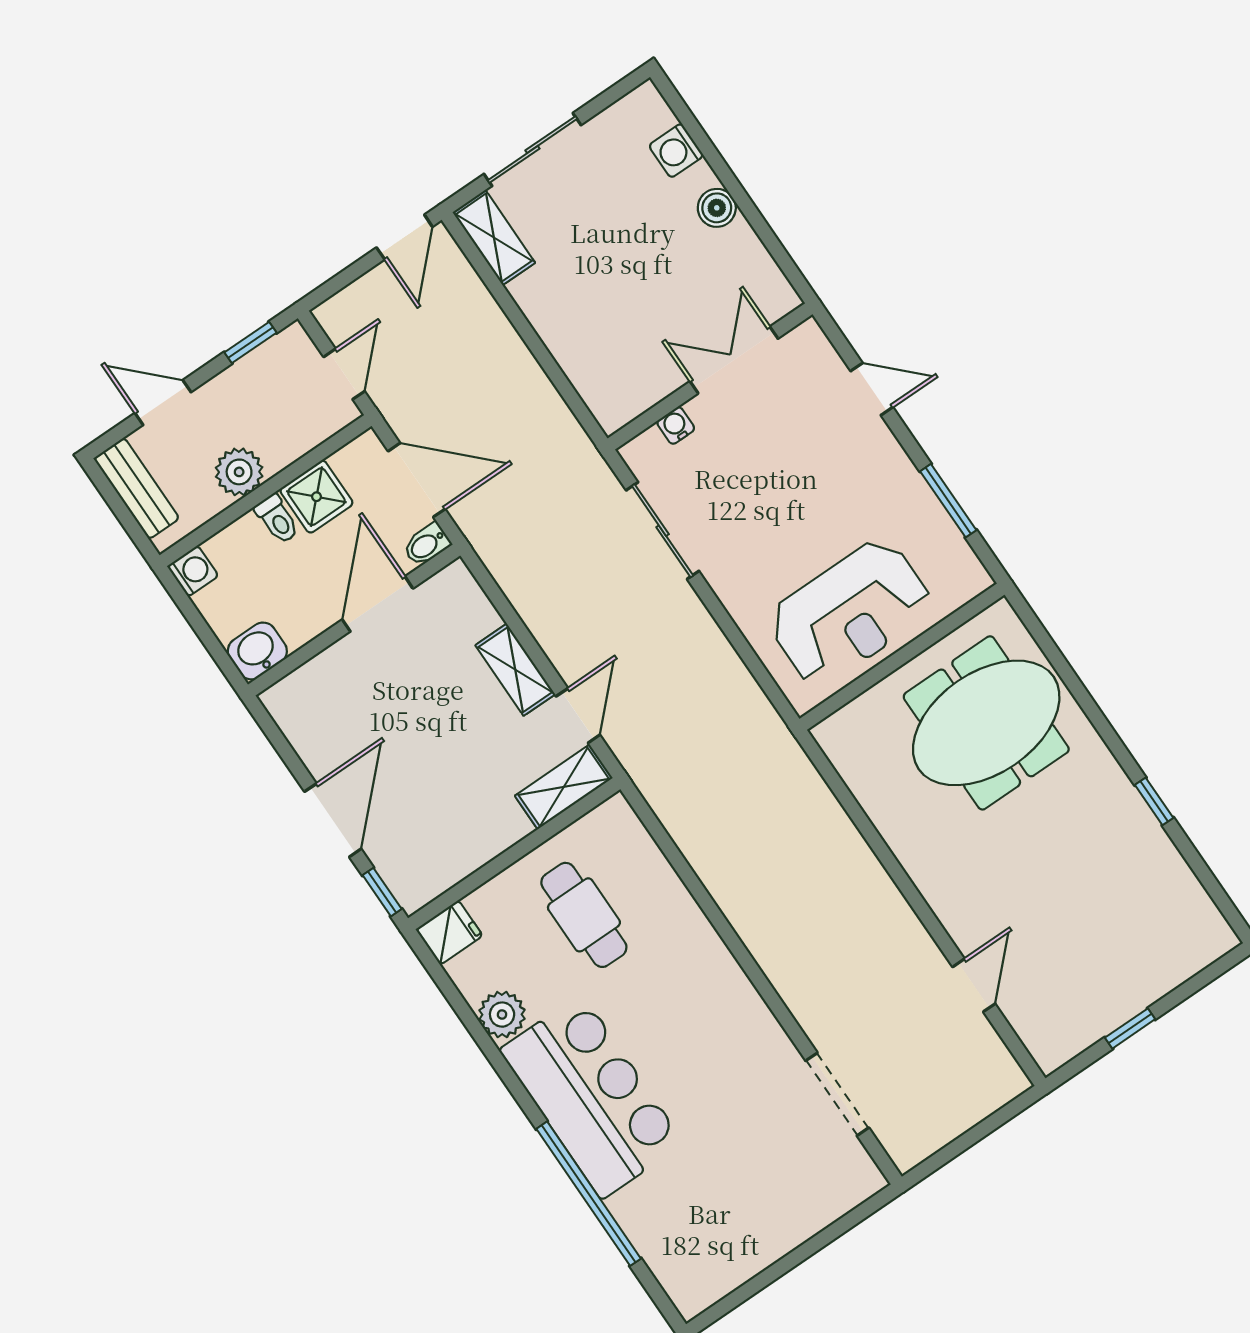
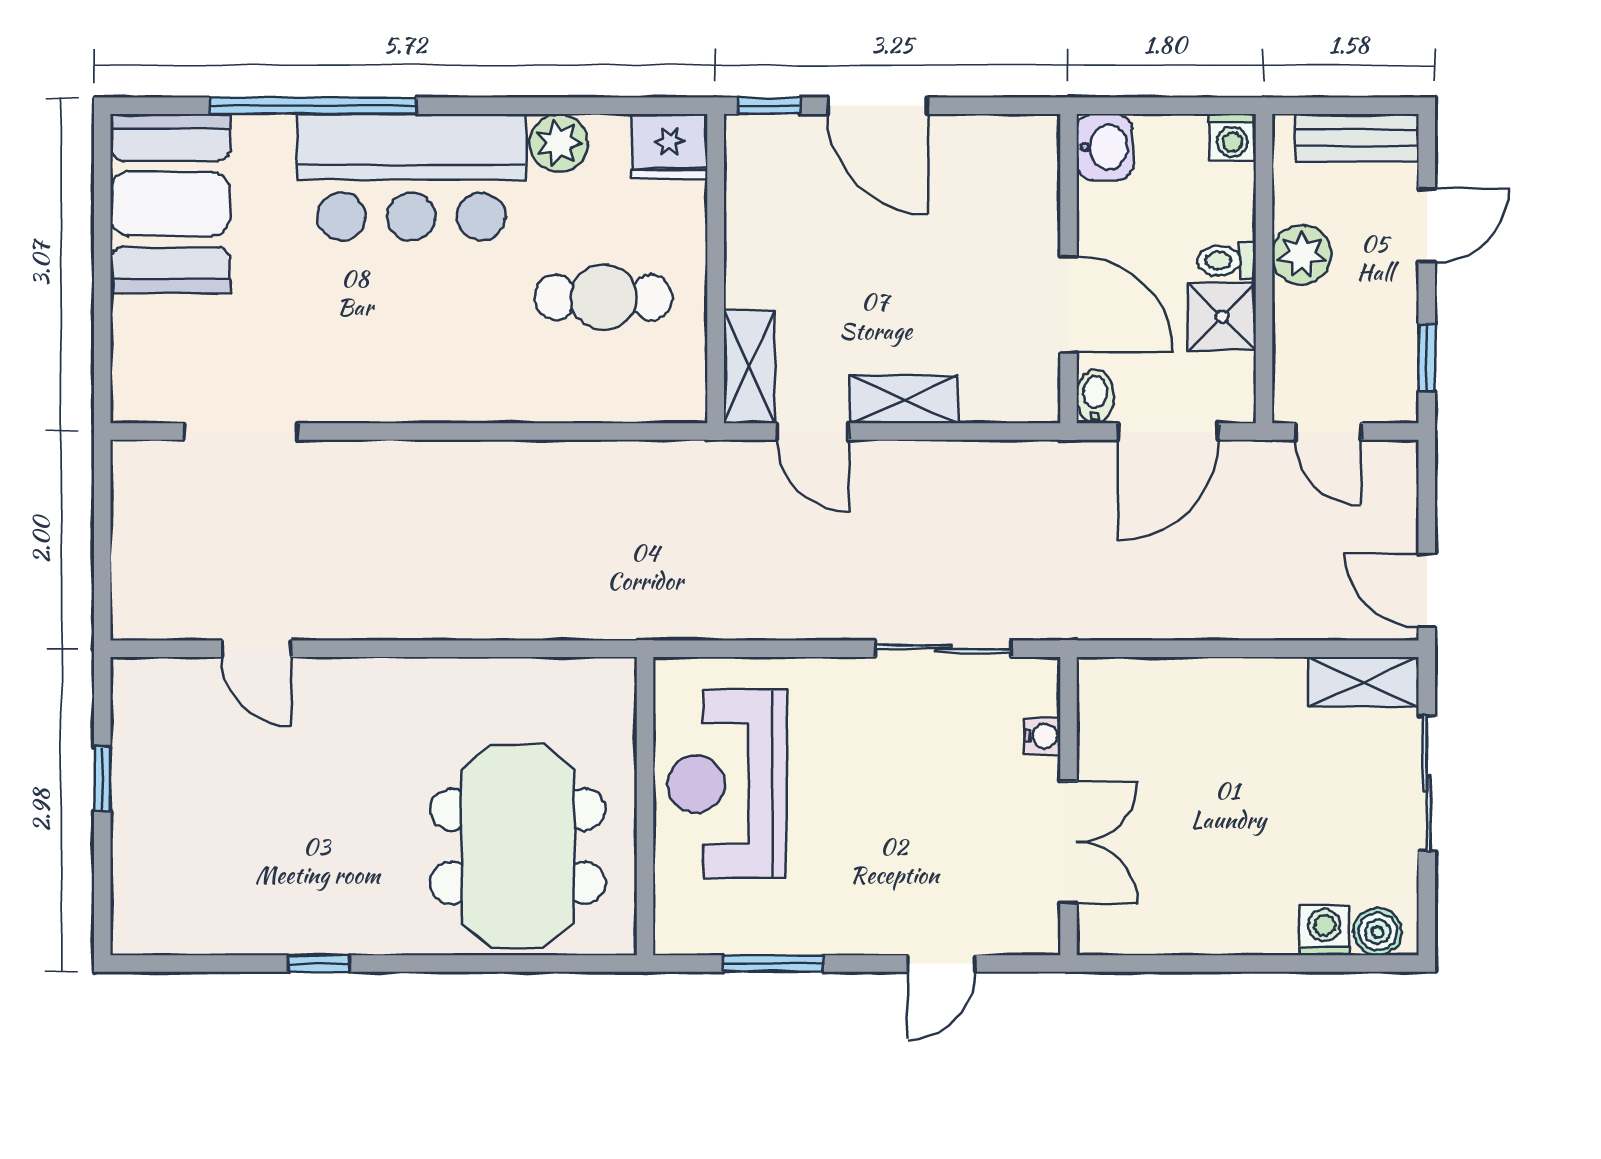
boiler: (717, 208) -> (1378, 932), moved
fridge: (449, 932) -> (670, 146), width x1.38
booth: (718, 1244) -> (170, 204), added

